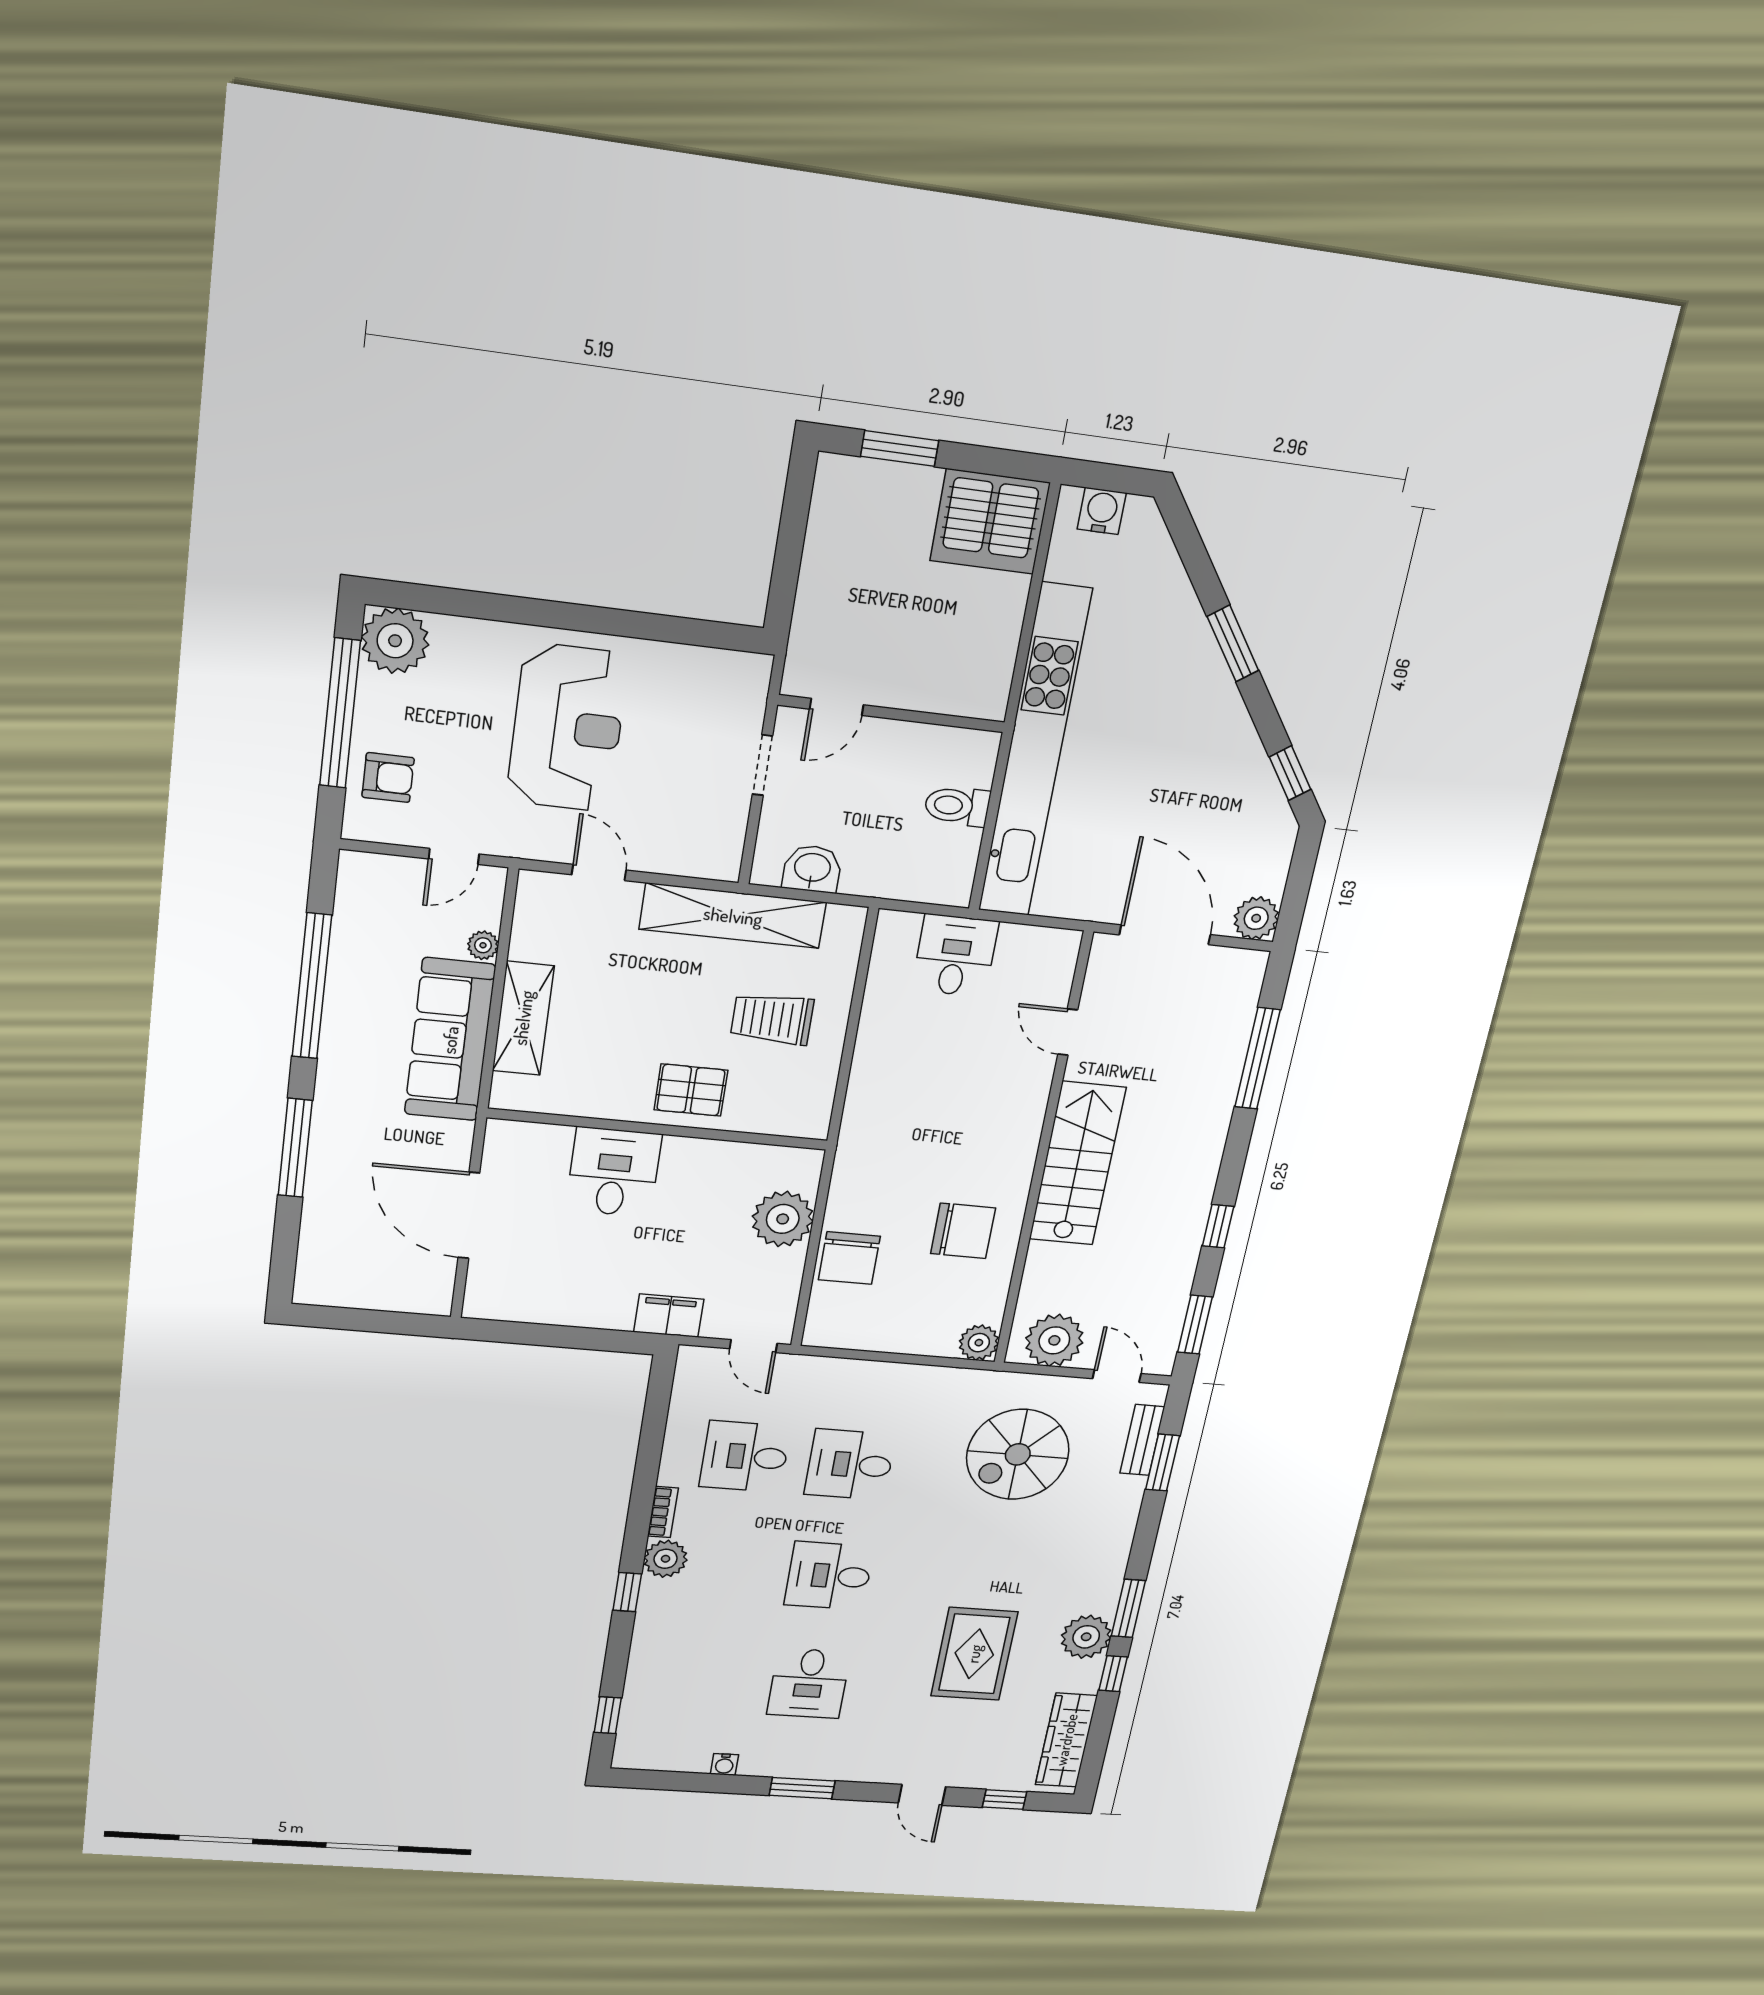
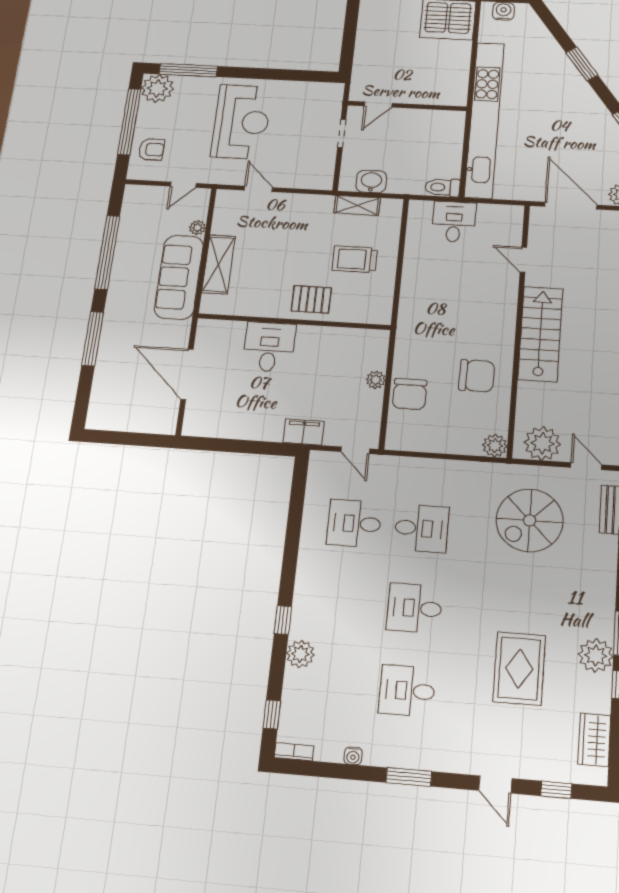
window: (458, 603) -> (188, 70), added
toilet: (957, 806) -> (443, 187), moved
shelving: (733, 916) -> (357, 205), width x0.45, depth x0.75
plant: (783, 1219) -> (376, 380), width x0.53, depth x0.53
desk: (850, 1465) -> (422, 528), turned 180
bookcase: (663, 1512) -> (294, 752), moved, turned -90
plant: (666, 1559) -> (300, 654), moved
desk: (809, 1683) -> (407, 691), turned 90
wardrobe: (1066, 1740) -> (594, 740), width x0.67

